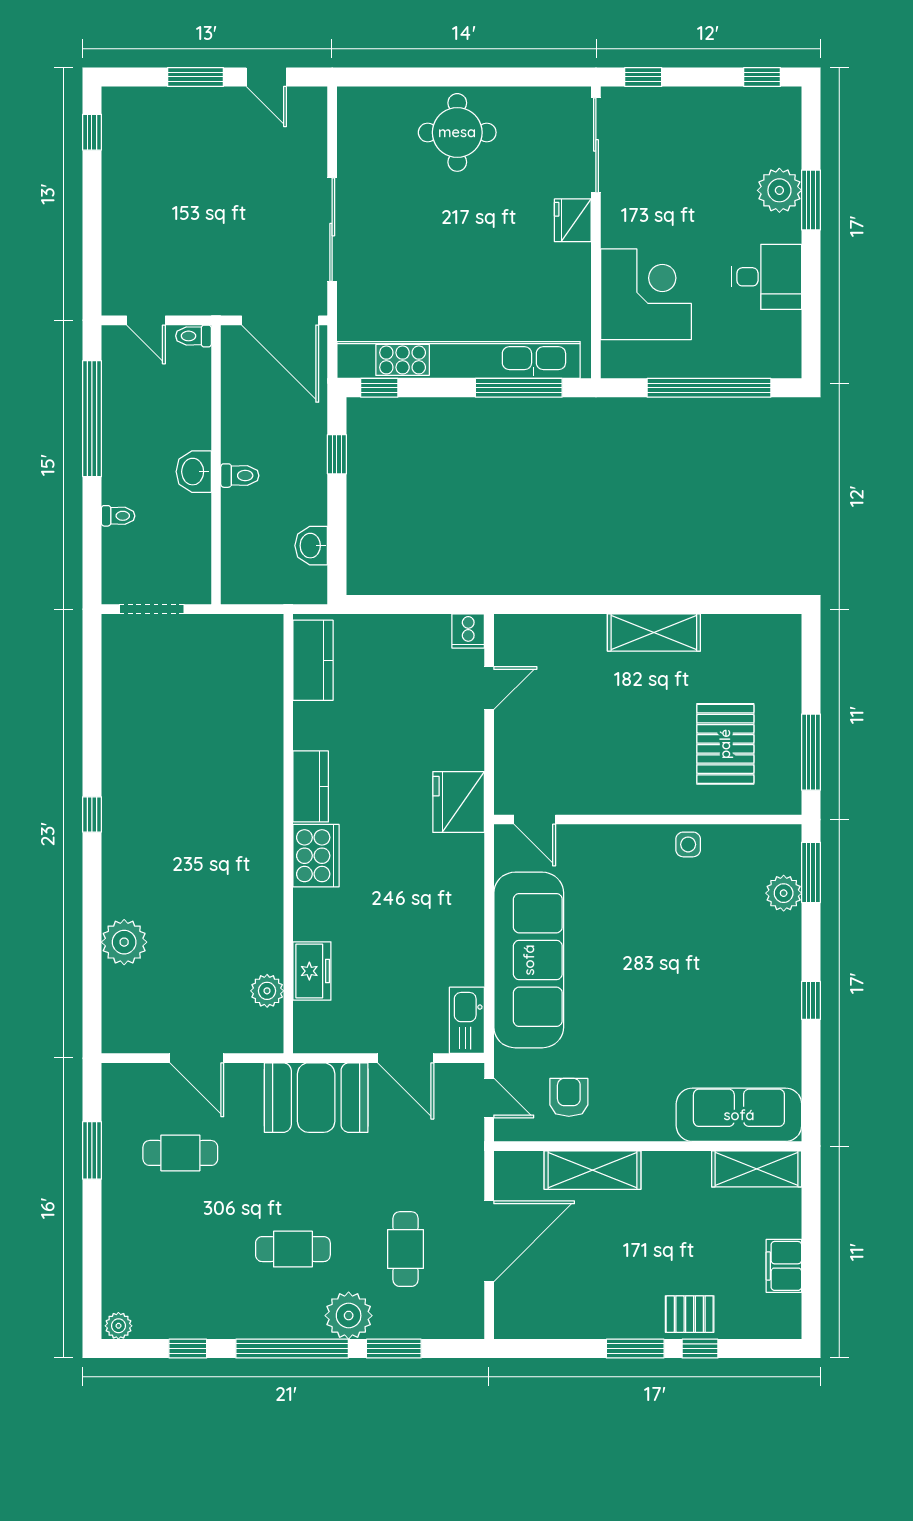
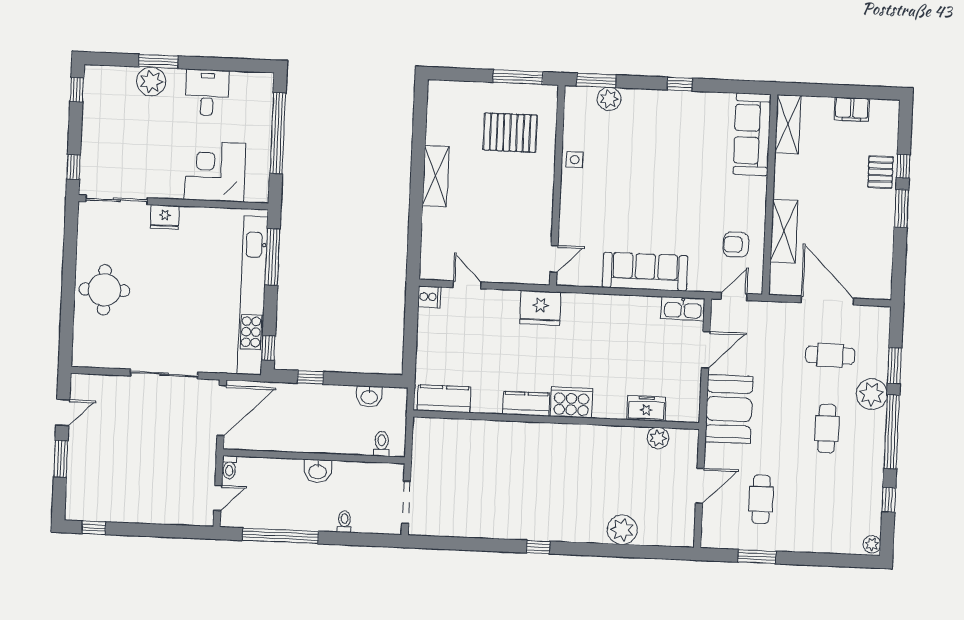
toilet: (240, 476) -> (382, 444), moved
sofa: (529, 960) -> (645, 272), width x0.74, depth x0.79

